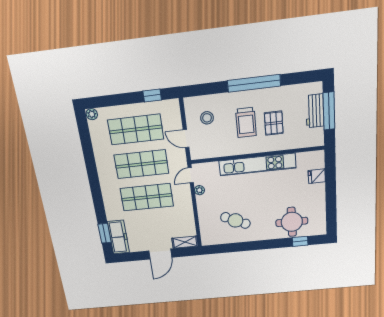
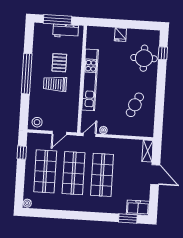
workbench: (315, 111) -> (66, 31), moved
stool: (207, 118) -> (37, 122), moved
trolley: (246, 122) -> (55, 84), turned 180
pallet: (274, 123) -> (59, 63), turned 90
door: (191, 175) -> (90, 135), swing flipped
fridge: (317, 176) -> (120, 35), moved
freezer: (118, 237) -> (138, 208), width x0.71

